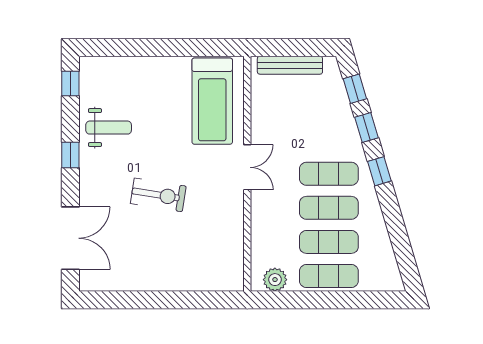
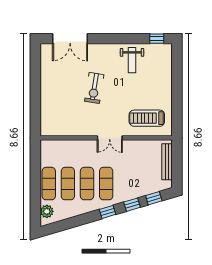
treadmill: (212, 101) -> (147, 118), width x0.73, depth x0.73
window: (70, 155) -> (117, 39), removed
plant: (275, 280) -> (47, 211), moved

